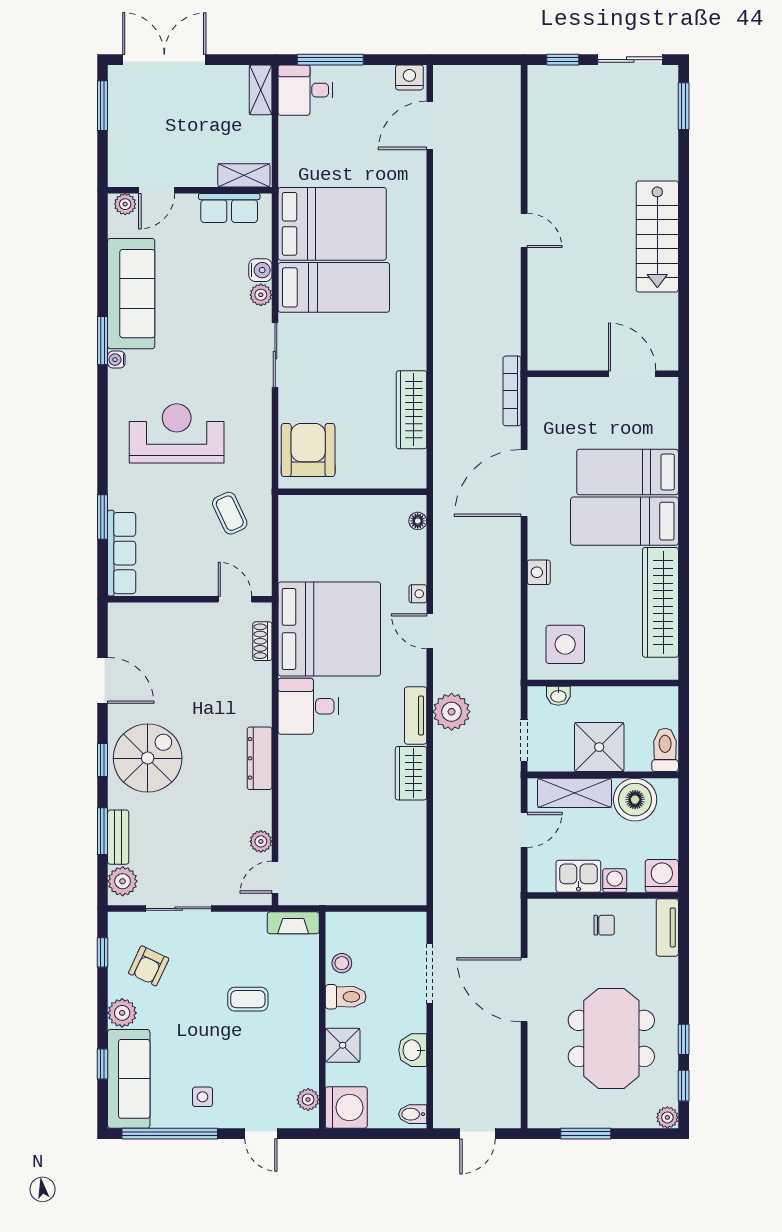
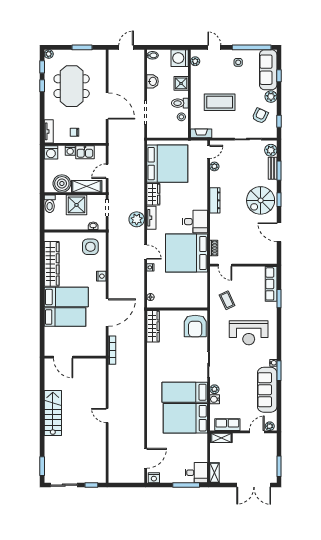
wardrobe: (411, 410) -> (153, 326), moved
bed: (376, 848) -> (167, 164), added
coffee table: (248, 999) -> (220, 102), width x1.86, depth x1.72

